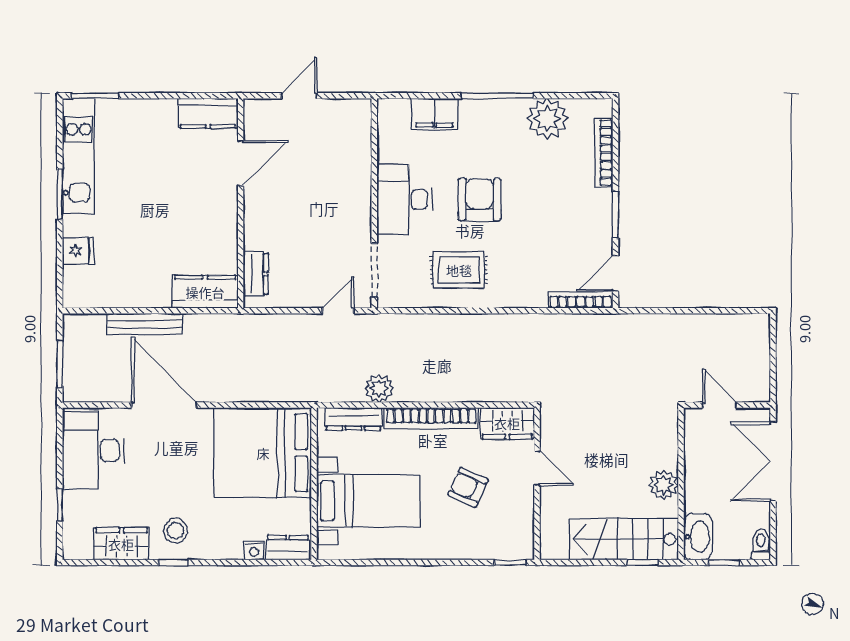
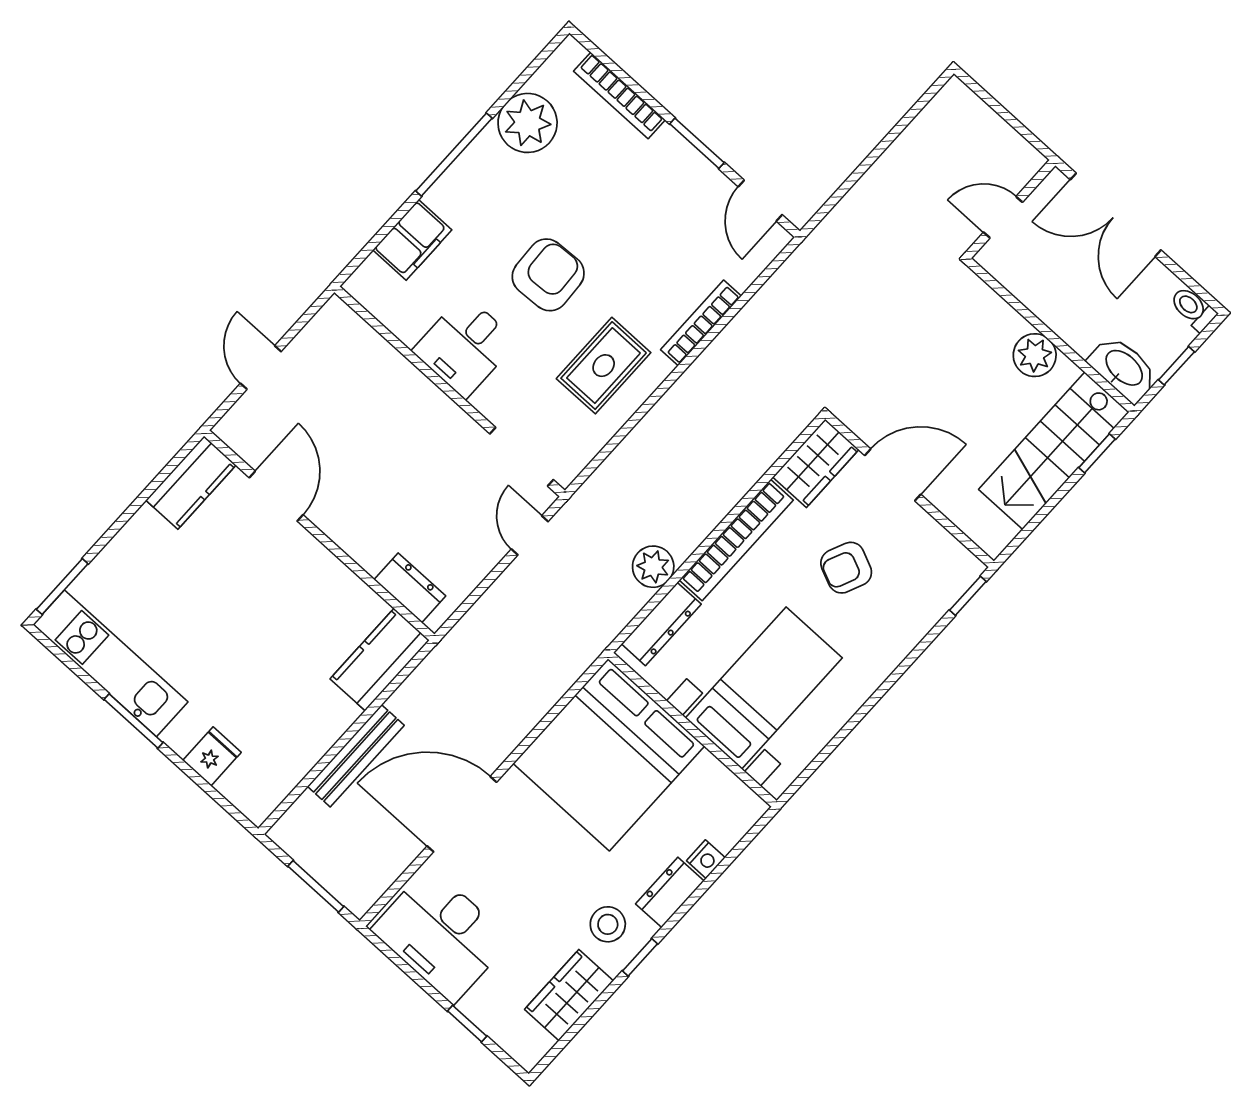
desk: (404, 199) -> (465, 346), width x0.73
armchair: (479, 200) -> (548, 275), turned 87
bookcase: (581, 300) -> (701, 323), moved
door: (537, 468) -> (893, 475), width x1.38
dresser: (288, 548) -> (670, 892), moved

